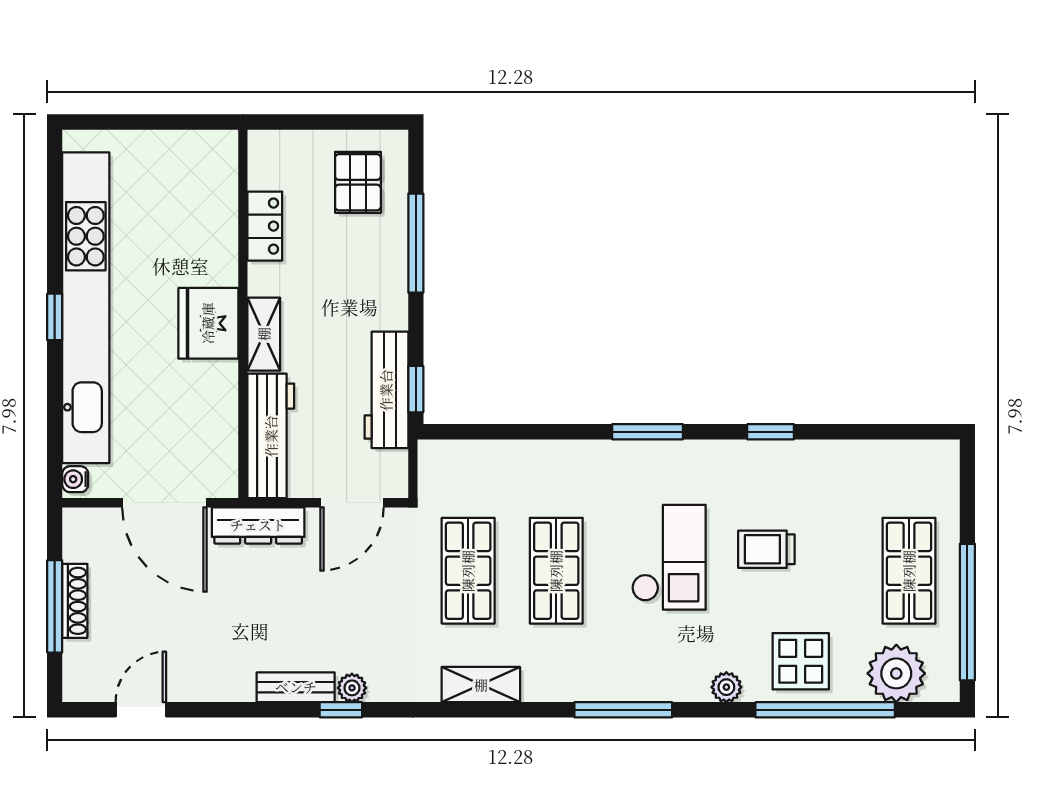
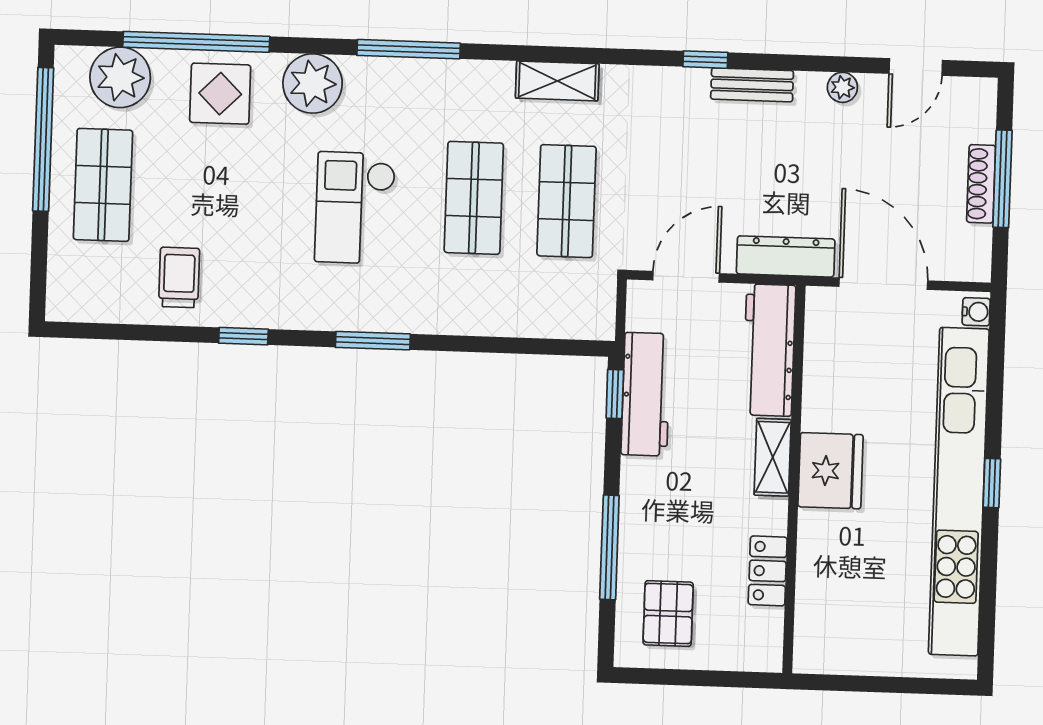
trolley: (766, 549) -> (179, 277), moved, turned -90
plant: (726, 687) -> (313, 83), width x1.87, depth x1.87
plant: (352, 688) -> (842, 87), moved

